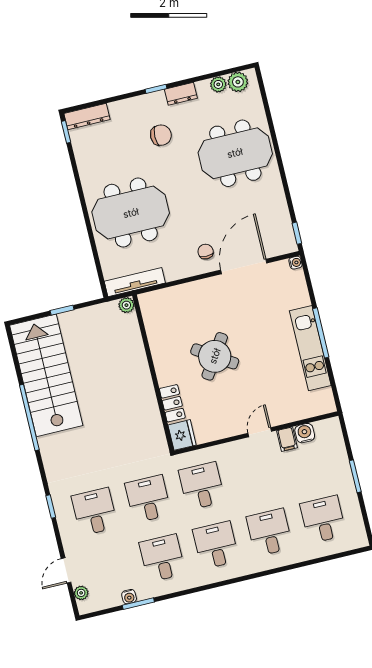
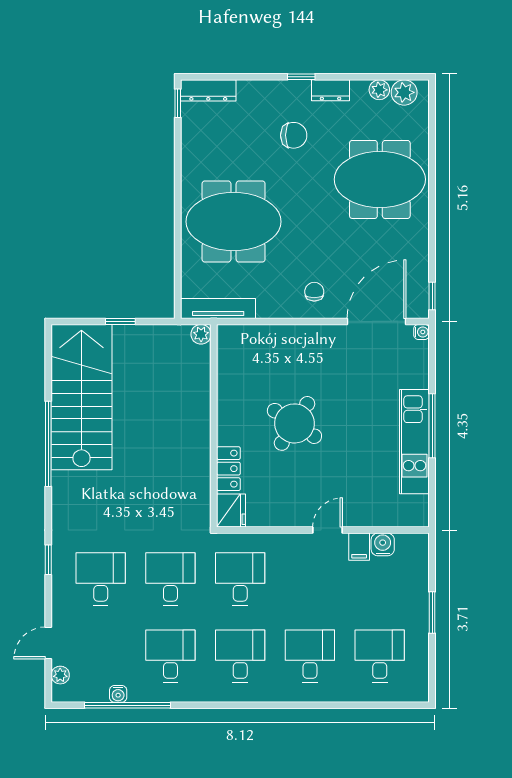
door: (244, 267) -> (377, 321), moved
window: (138, 604) -> (127, 705), width x2.11

